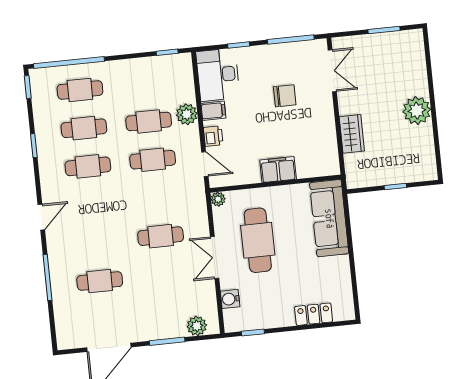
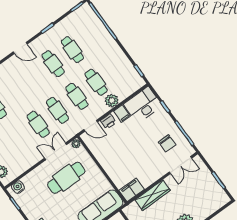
cafe table: (80, 90) -> (58, 110), moved
chair: (285, 96) -> (167, 143), moved
wardrobe: (352, 134) -> (153, 195), width x1.50
door: (205, 164) -> (91, 126), hinge flipped
filing cabinet: (278, 170) -> (132, 190), moved, turned -90
door: (41, 217) -> (20, 48), moved
double door: (215, 258) -> (56, 151), moved
water cooler: (230, 299) -> (18, 187), moved

